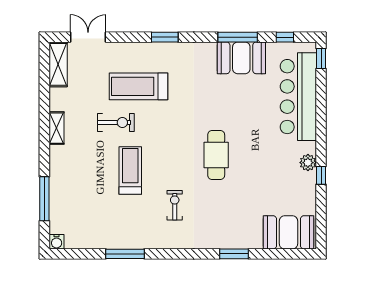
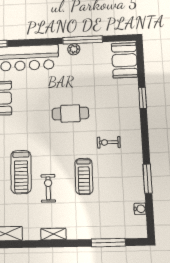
treadmill: (130, 170) -> (84, 176), turned -90
window: (321, 175) -> (83, 40), width x3.17
water cooler: (57, 242) -> (140, 209), moved

